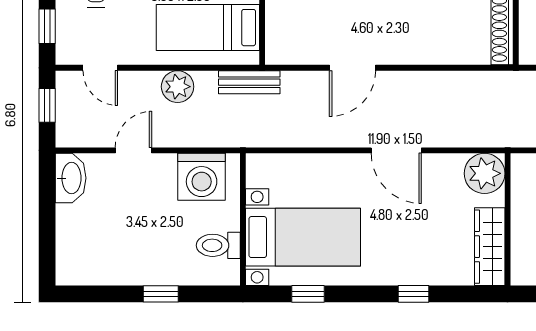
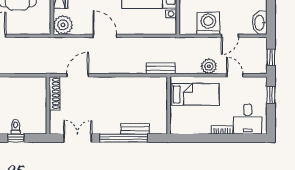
door: (100, 68) -> (235, 75), moved
door: (353, 68) -> (78, 75), moved
bench: (249, 82) -> (161, 68), moved
washing machine: (202, 177) -> (208, 23), moved

